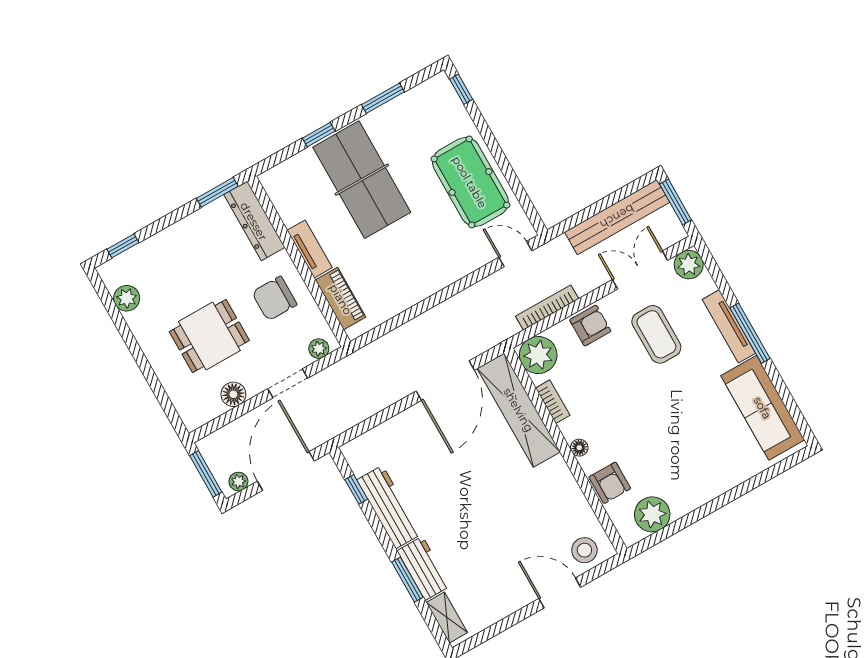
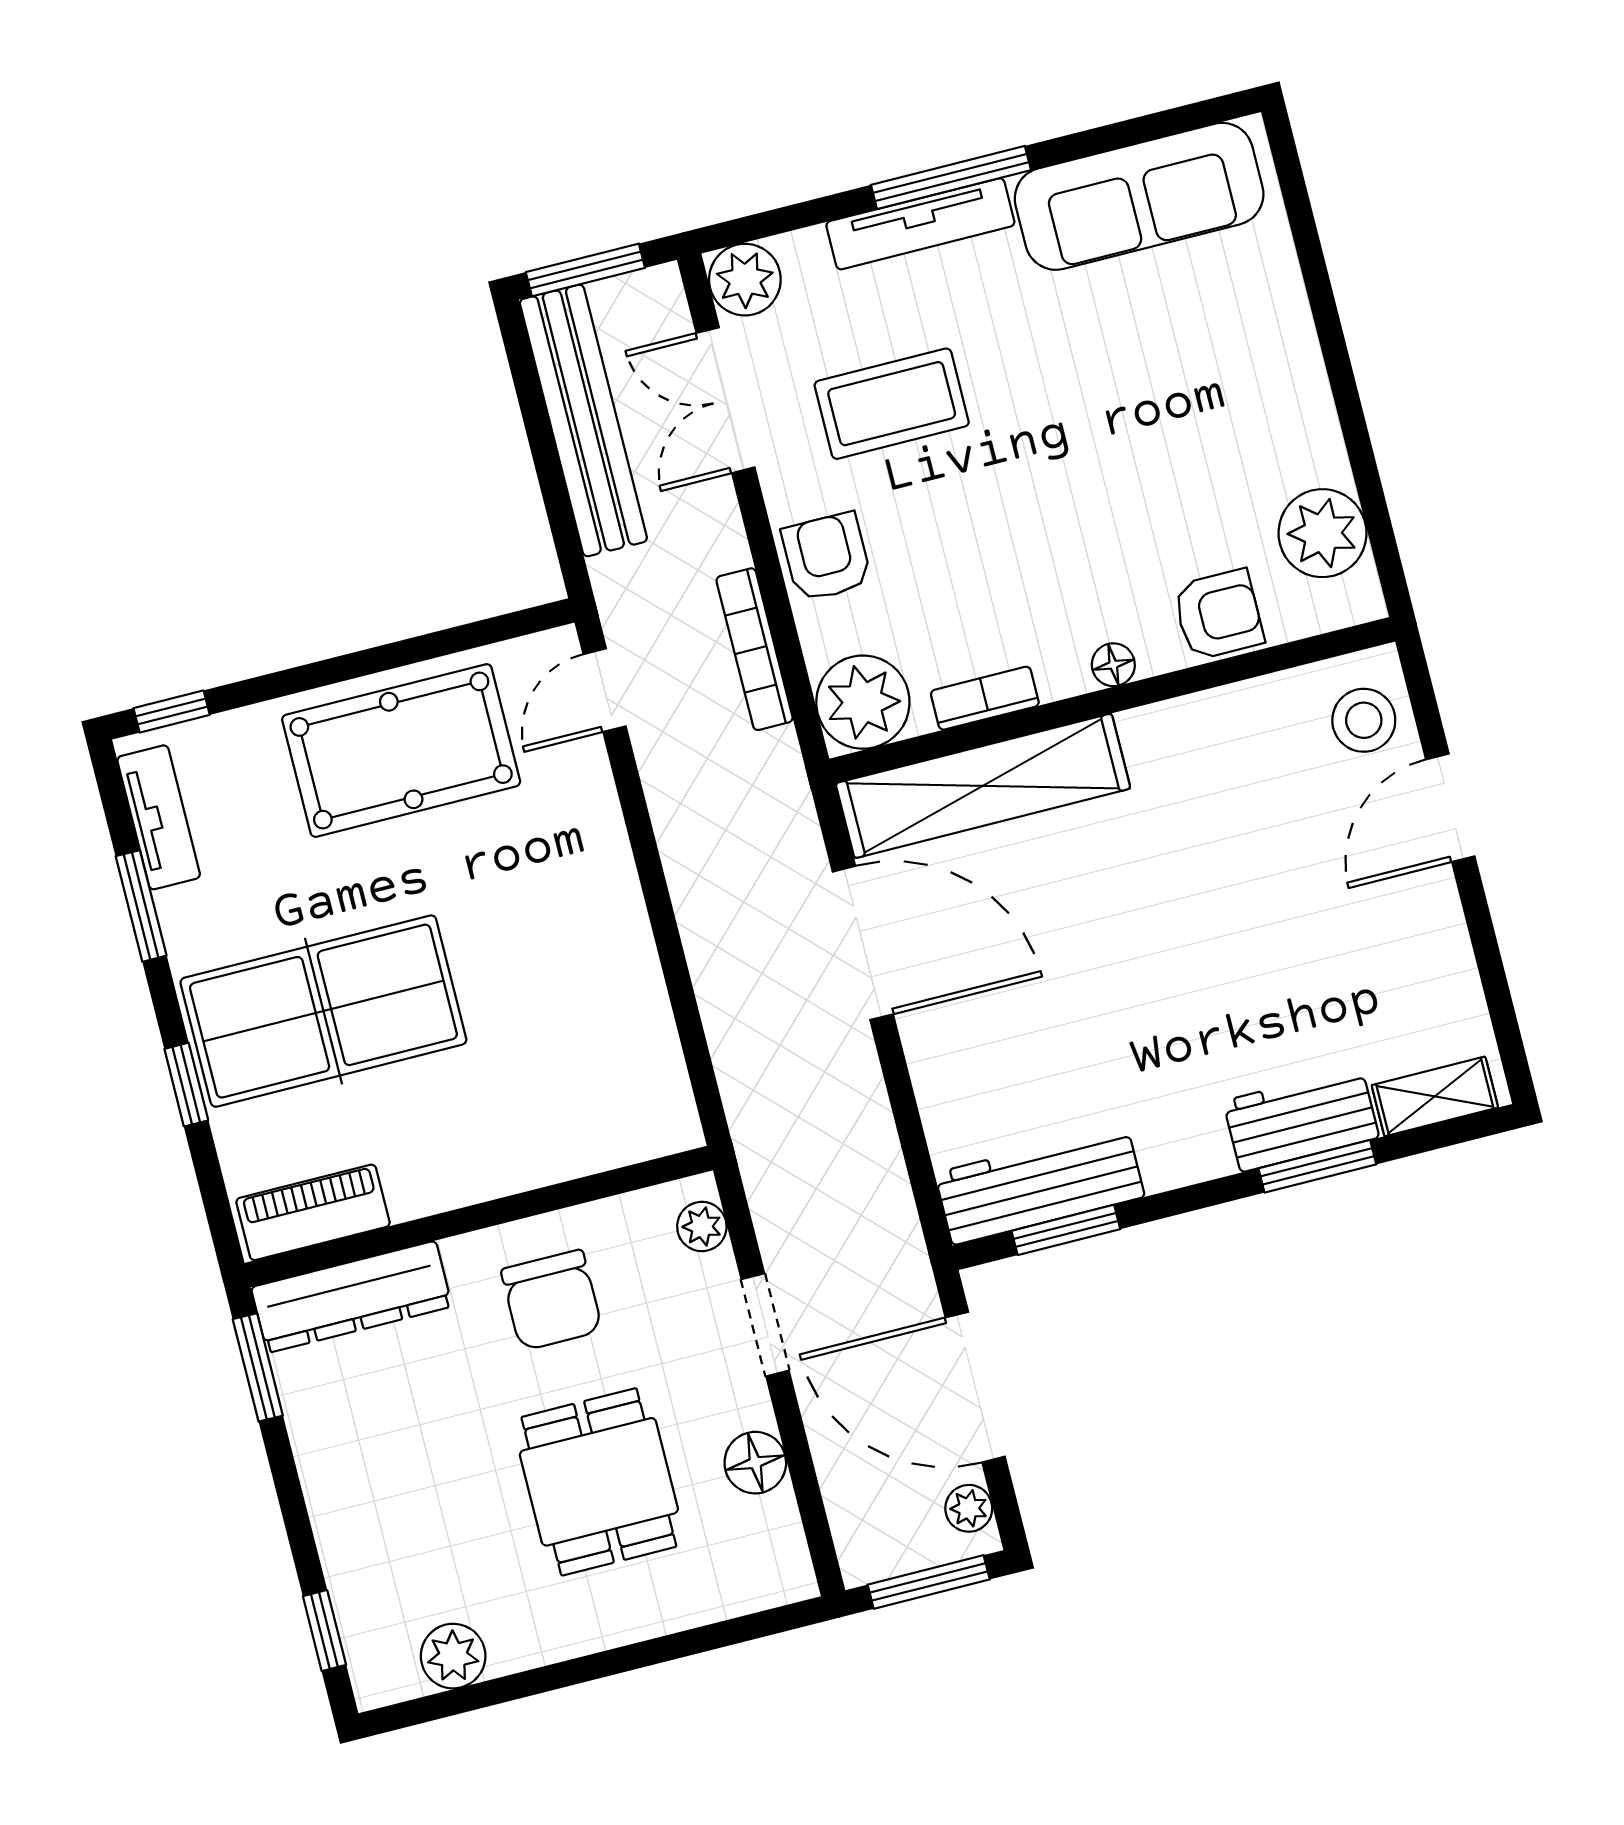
tv unit: (310, 249) -> (159, 817), moved, turned 90
piano: (341, 299) -> (313, 1212), moved
window: (356, 489) -> (1066, 1230), width x1.50
workbench: (389, 507) -> (1040, 1185), moved

